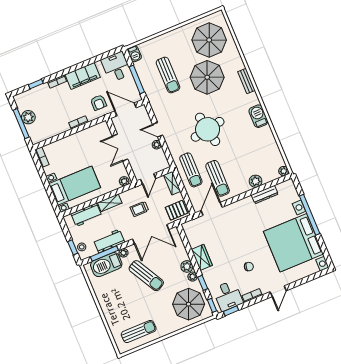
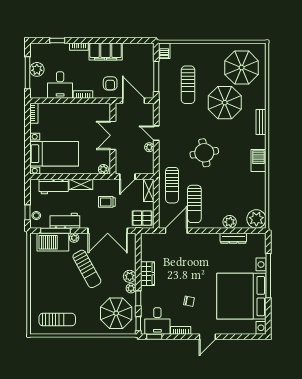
desk: (116, 67) -> (60, 85), moved, turned 180
round table: (208, 129) -> (204, 153), width x0.73, depth x0.73
plant: (284, 171) -> (256, 219), width x1.88, depth x1.88

